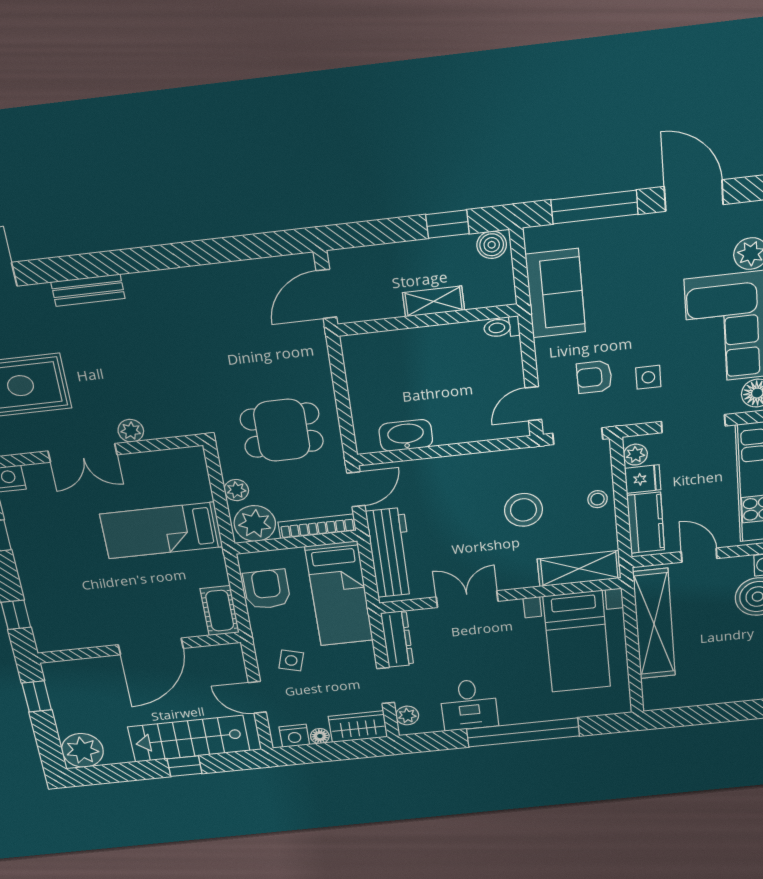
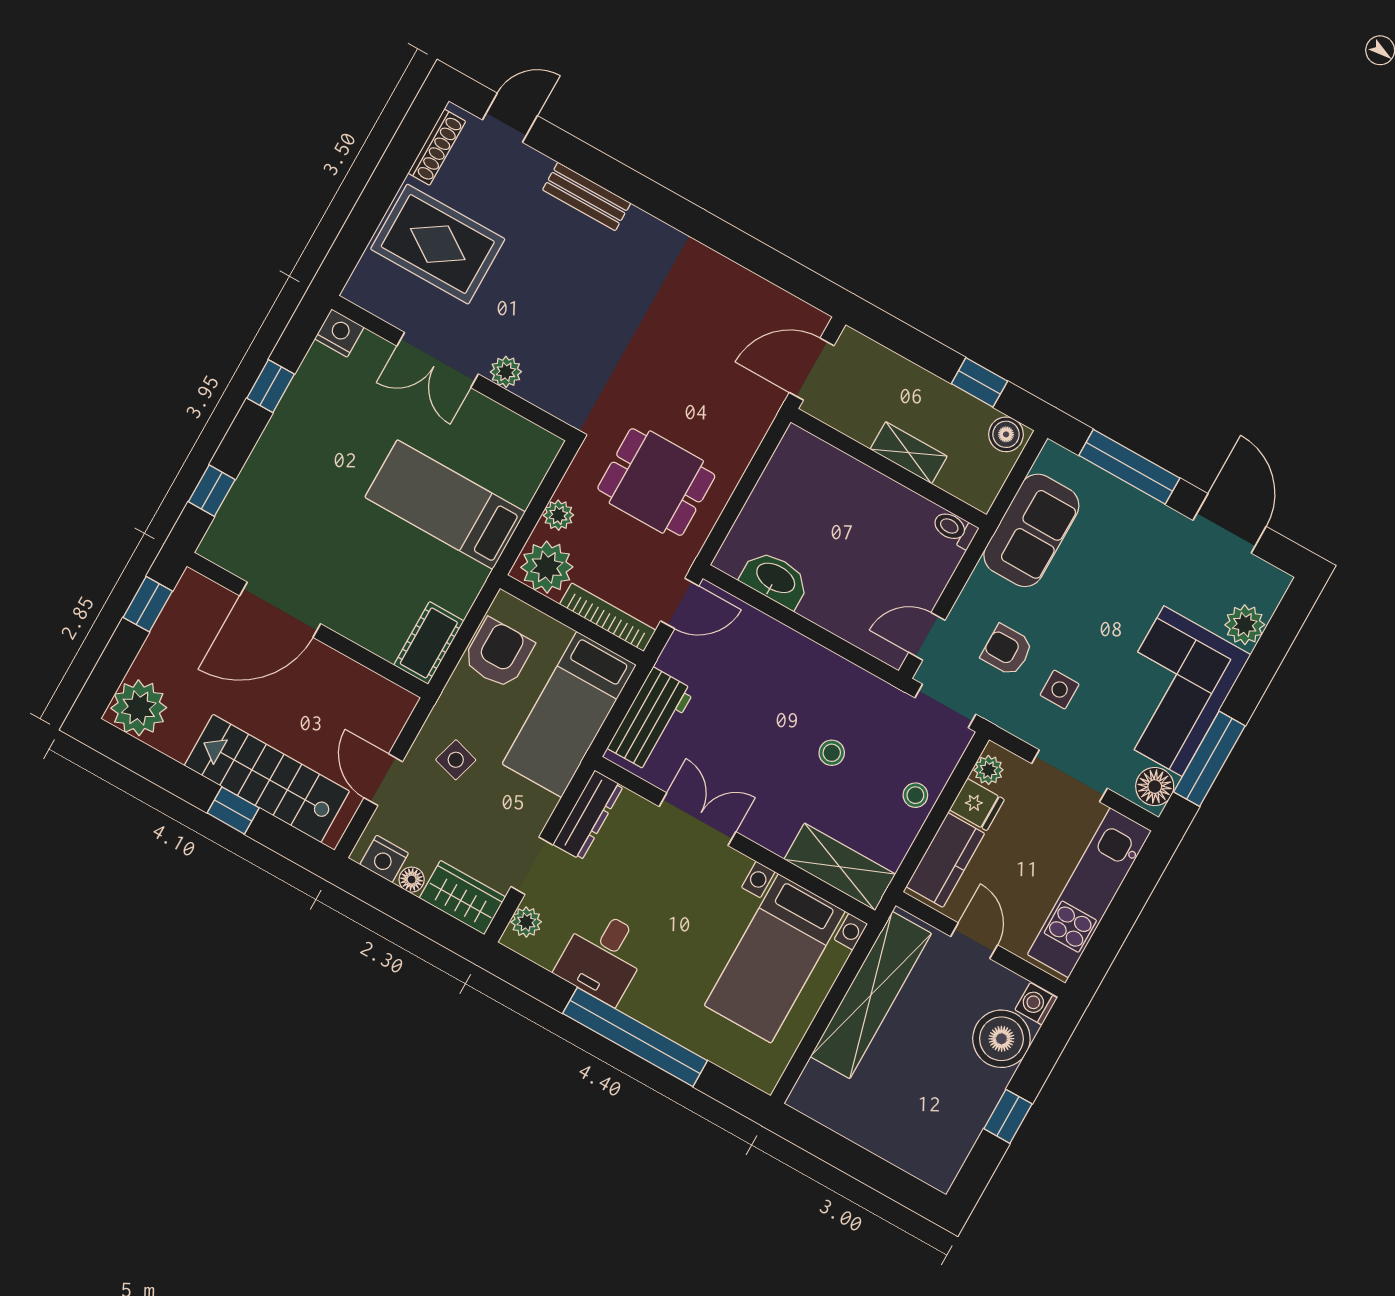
stool: (523, 510) -> (832, 753), width x0.53, depth x0.53
workbench: (391, 553) -> (651, 719), width x0.73
door: (151, 646) -> (280, 610), moved

